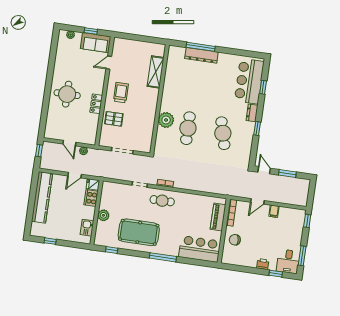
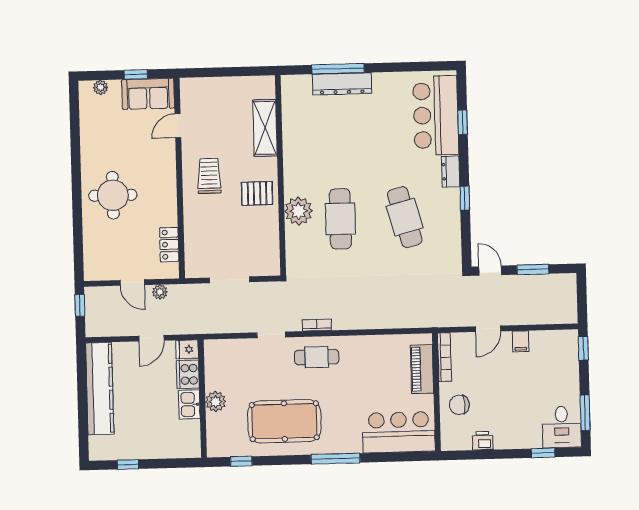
locker: (96, 104) -> (169, 245), moved
pallet: (114, 119) -> (257, 193), moved
kitchen sink: (87, 228) -> (189, 404), moved
printer: (263, 264) -> (483, 441), moved

